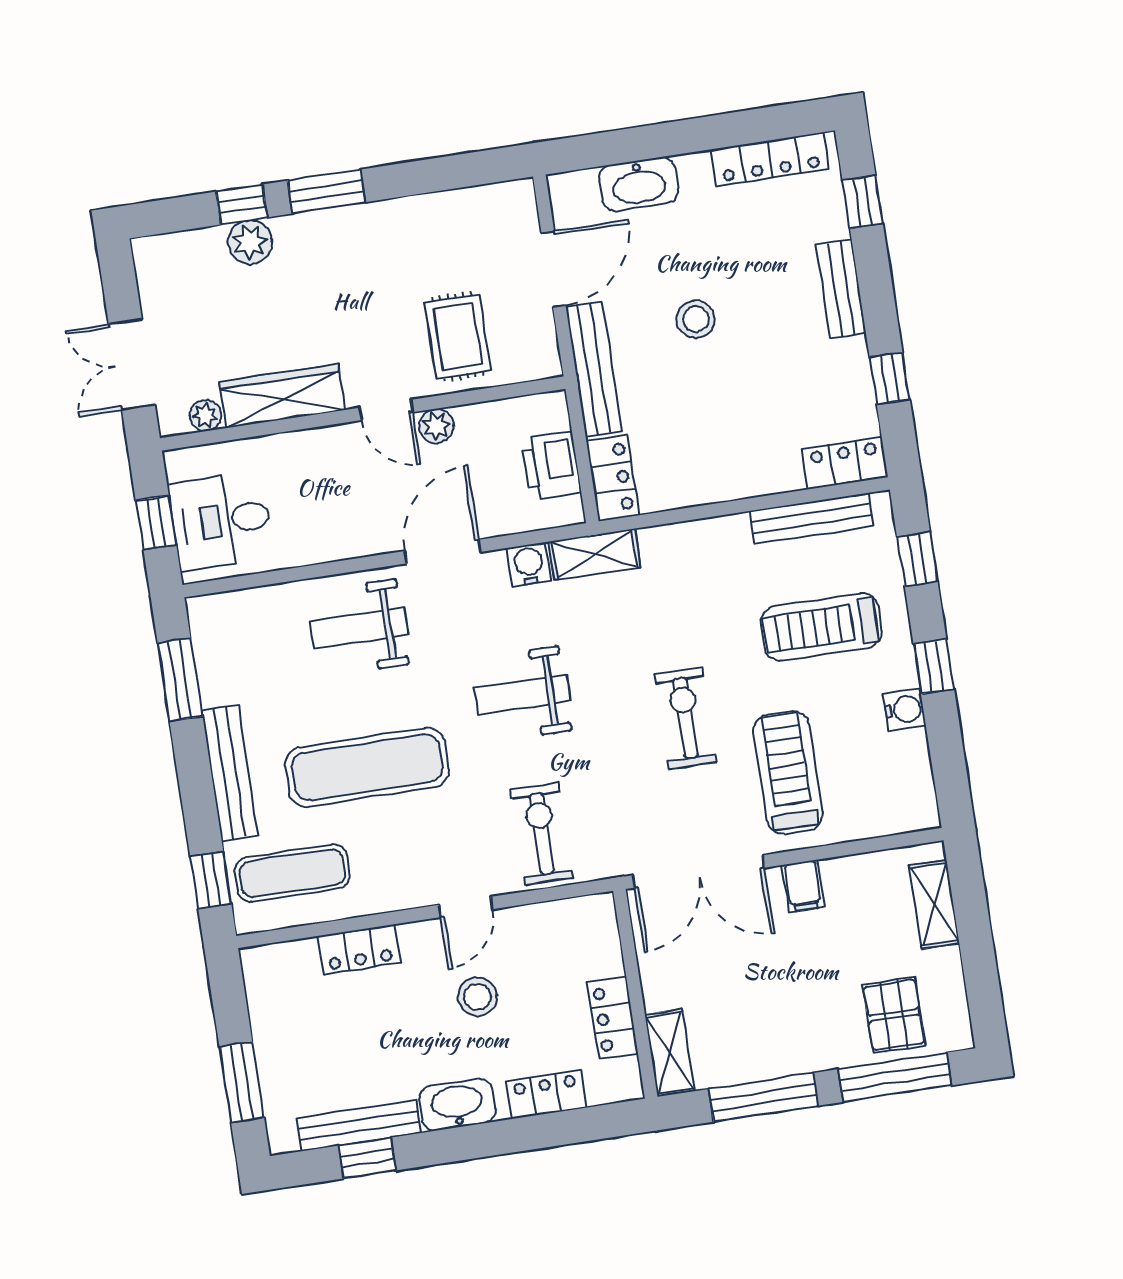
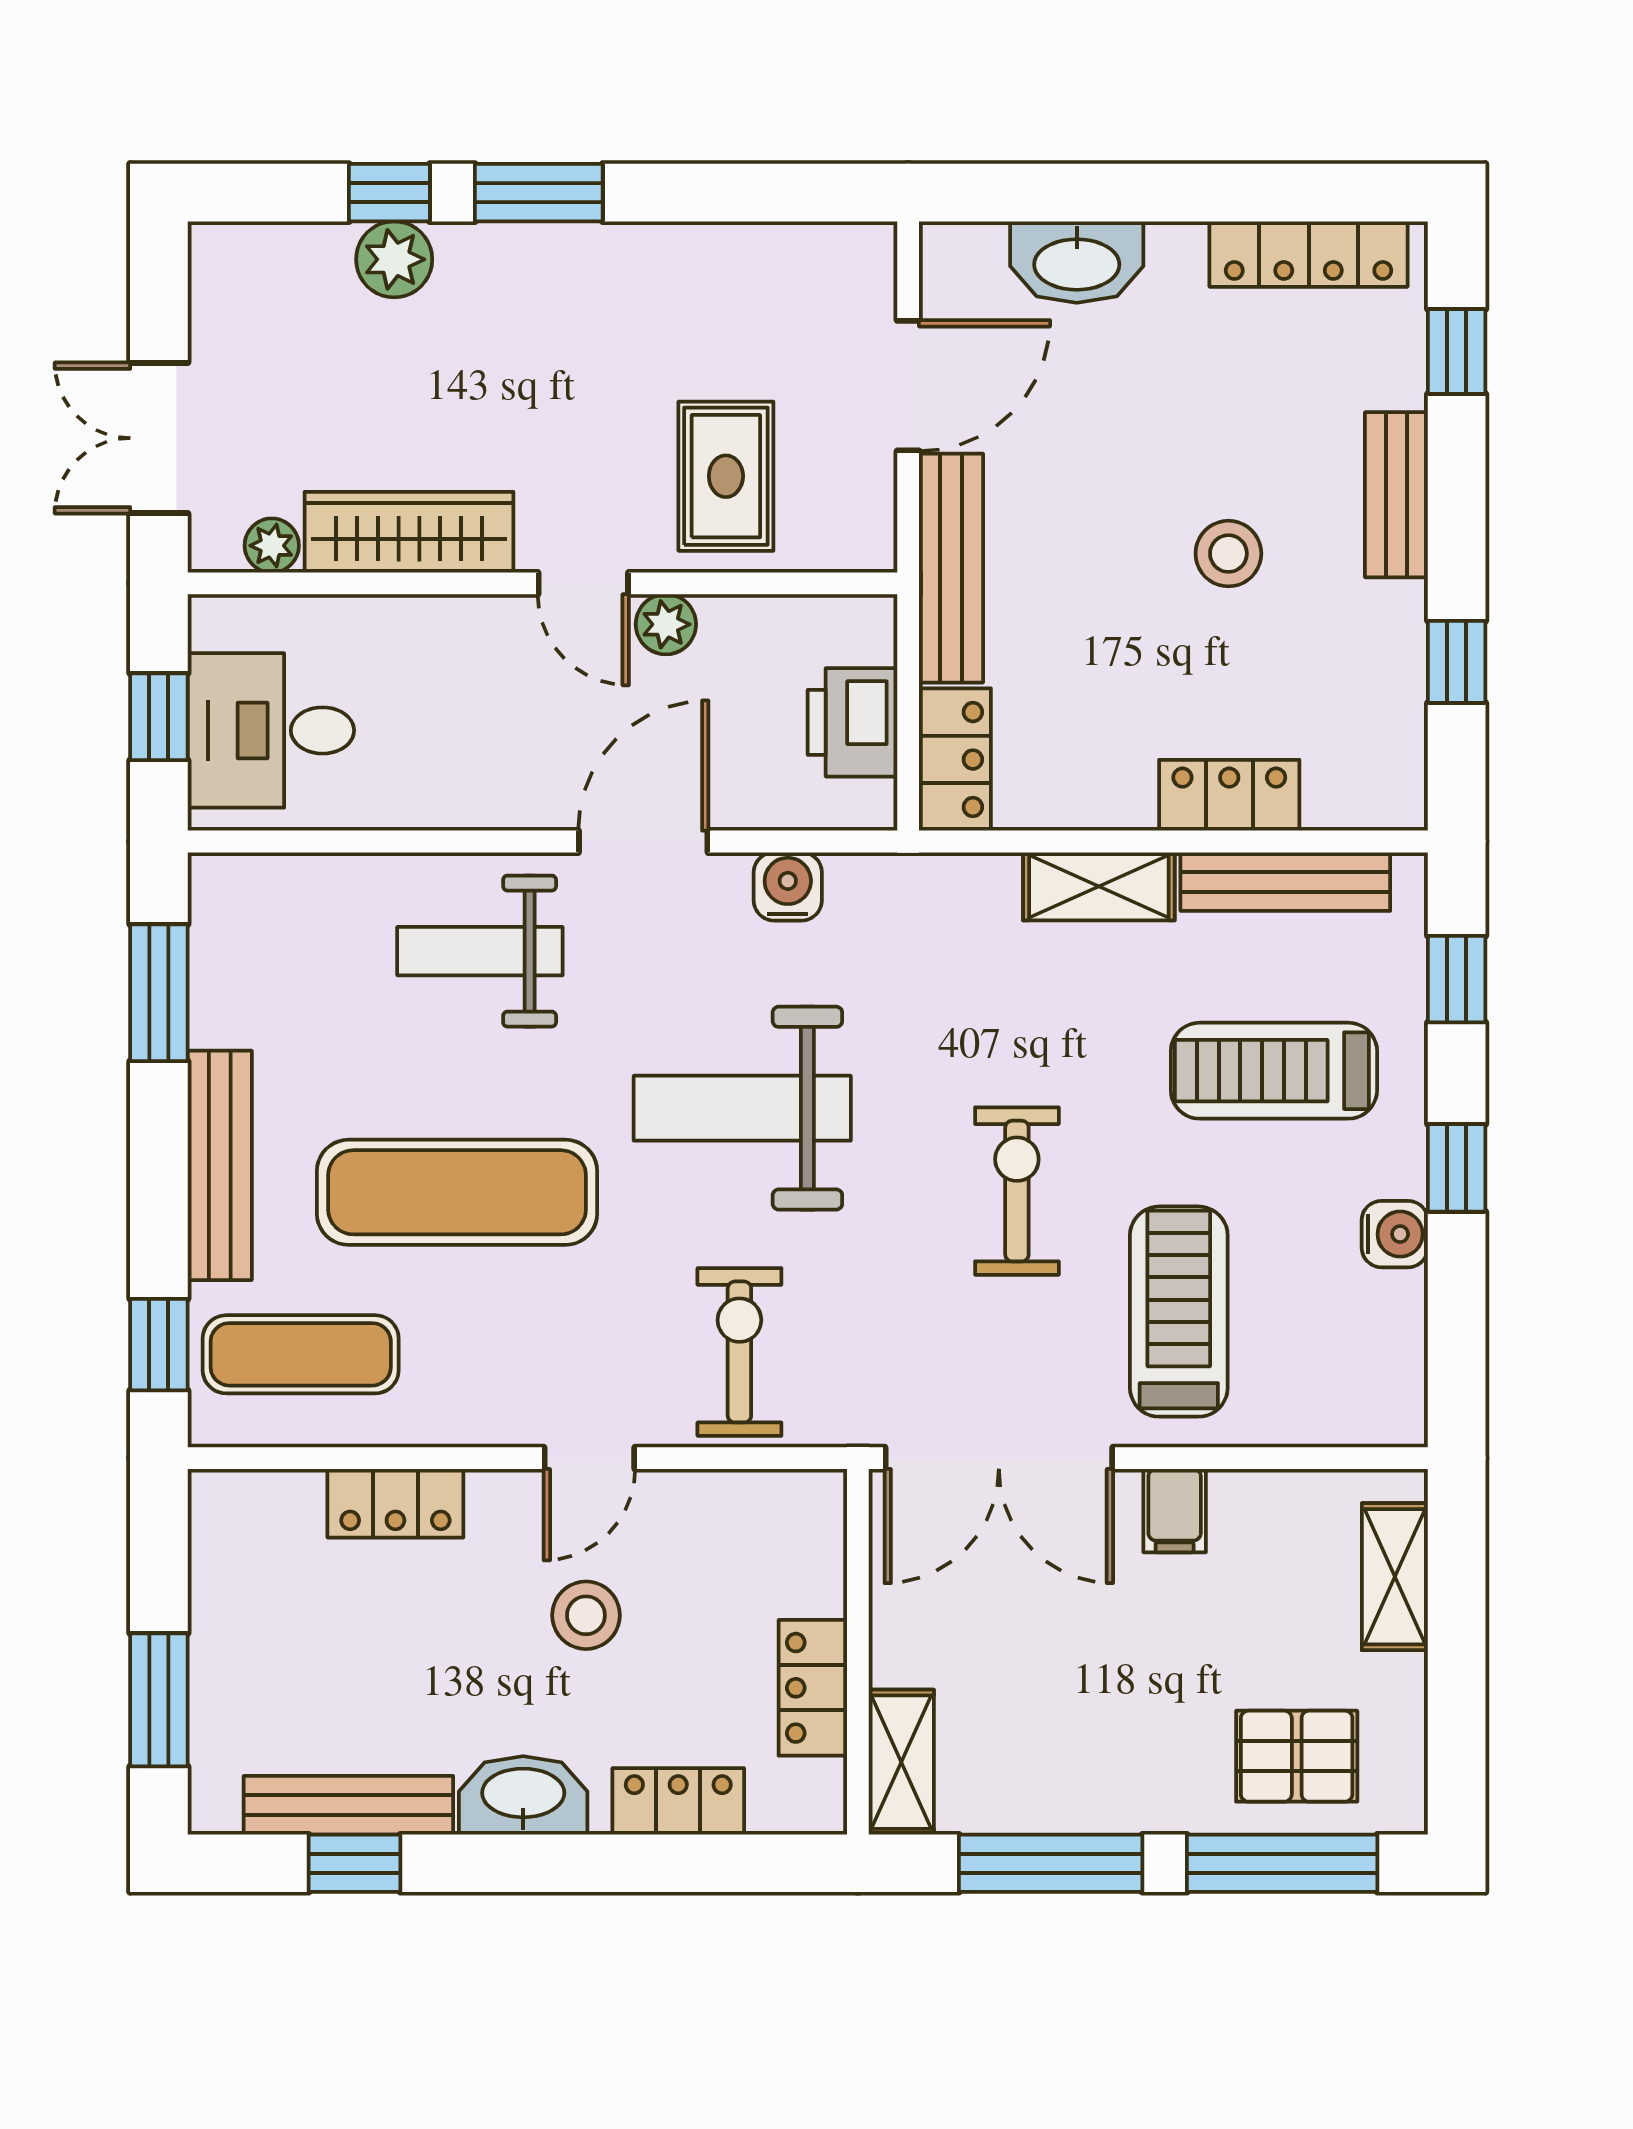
stool: (696, 319) -> (1228, 554), moved
locker: (845, 463) -> (1229, 795), moved
shelving: (594, 554) -> (1099, 886), moved
weight bench: (522, 695) -> (742, 1108), width x1.36, depth x1.33
pallet: (894, 1015) -> (1297, 1756), turned 90

